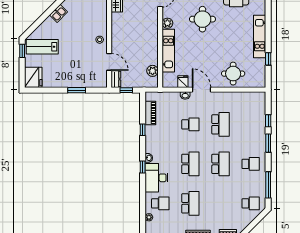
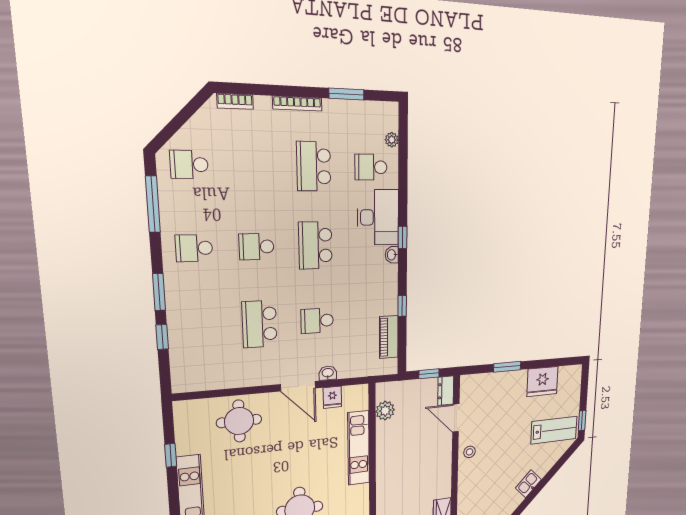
plant: (167, 23) -> (360, 493), removed
fridge: (33, 77) -> (542, 381), moved, turned -90
school desk: (220, 164) -> (256, 247), width x0.54

